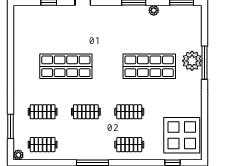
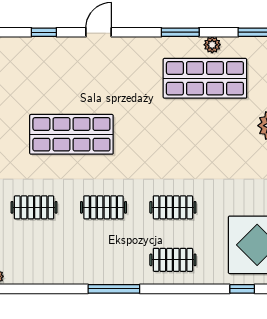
shop shelf: (149, 66) -> (205, 78), moved
clothes rail: (43, 145) -> (34, 260), removed

